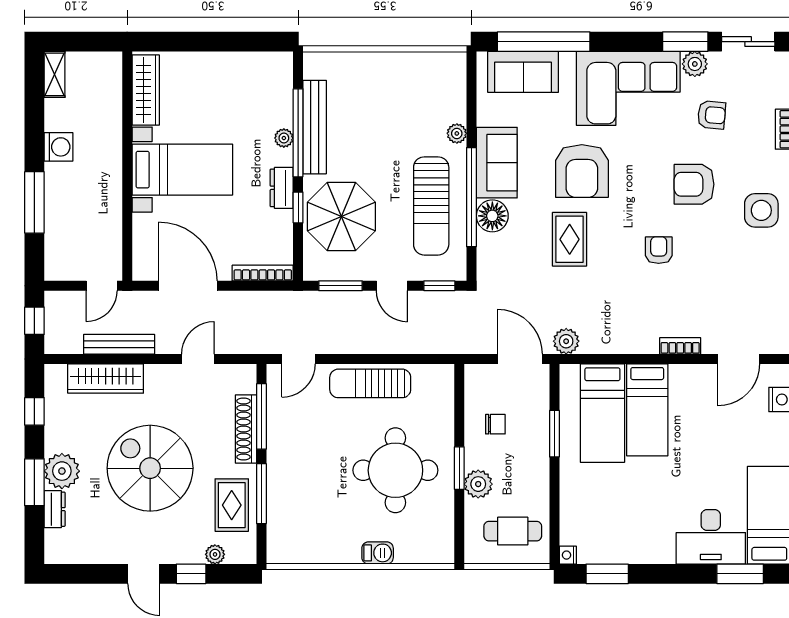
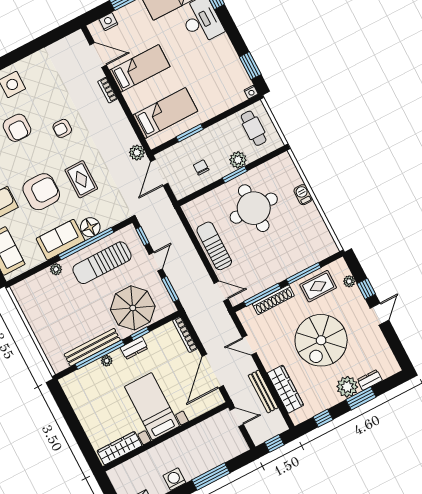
sun lounger: (431, 206) -> (102, 263), turned 180
rug: (570, 239) -> (81, 179), turned 90
sun lounger: (370, 383) -> (214, 246), turned 180
bed: (647, 410) -> (140, 68), moved

